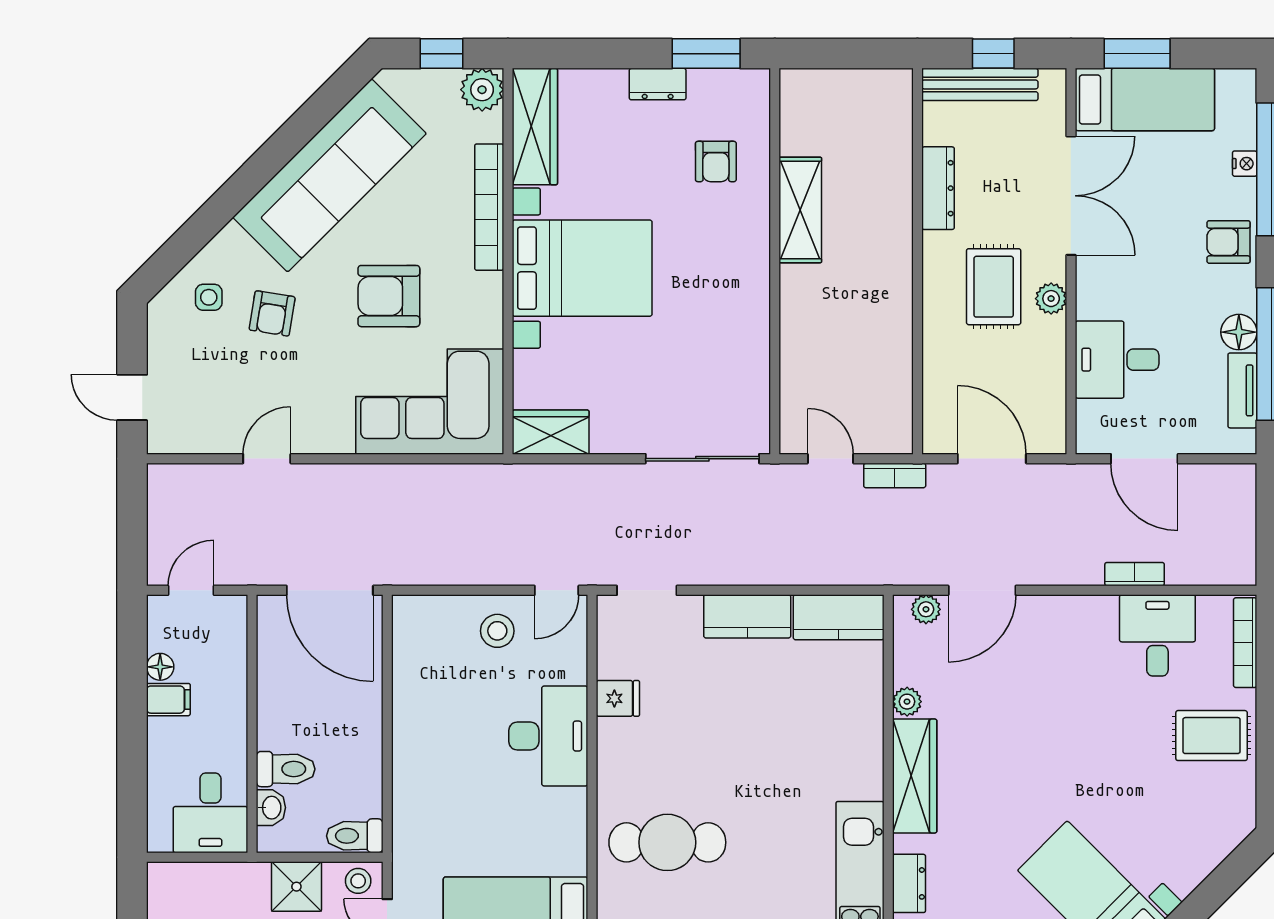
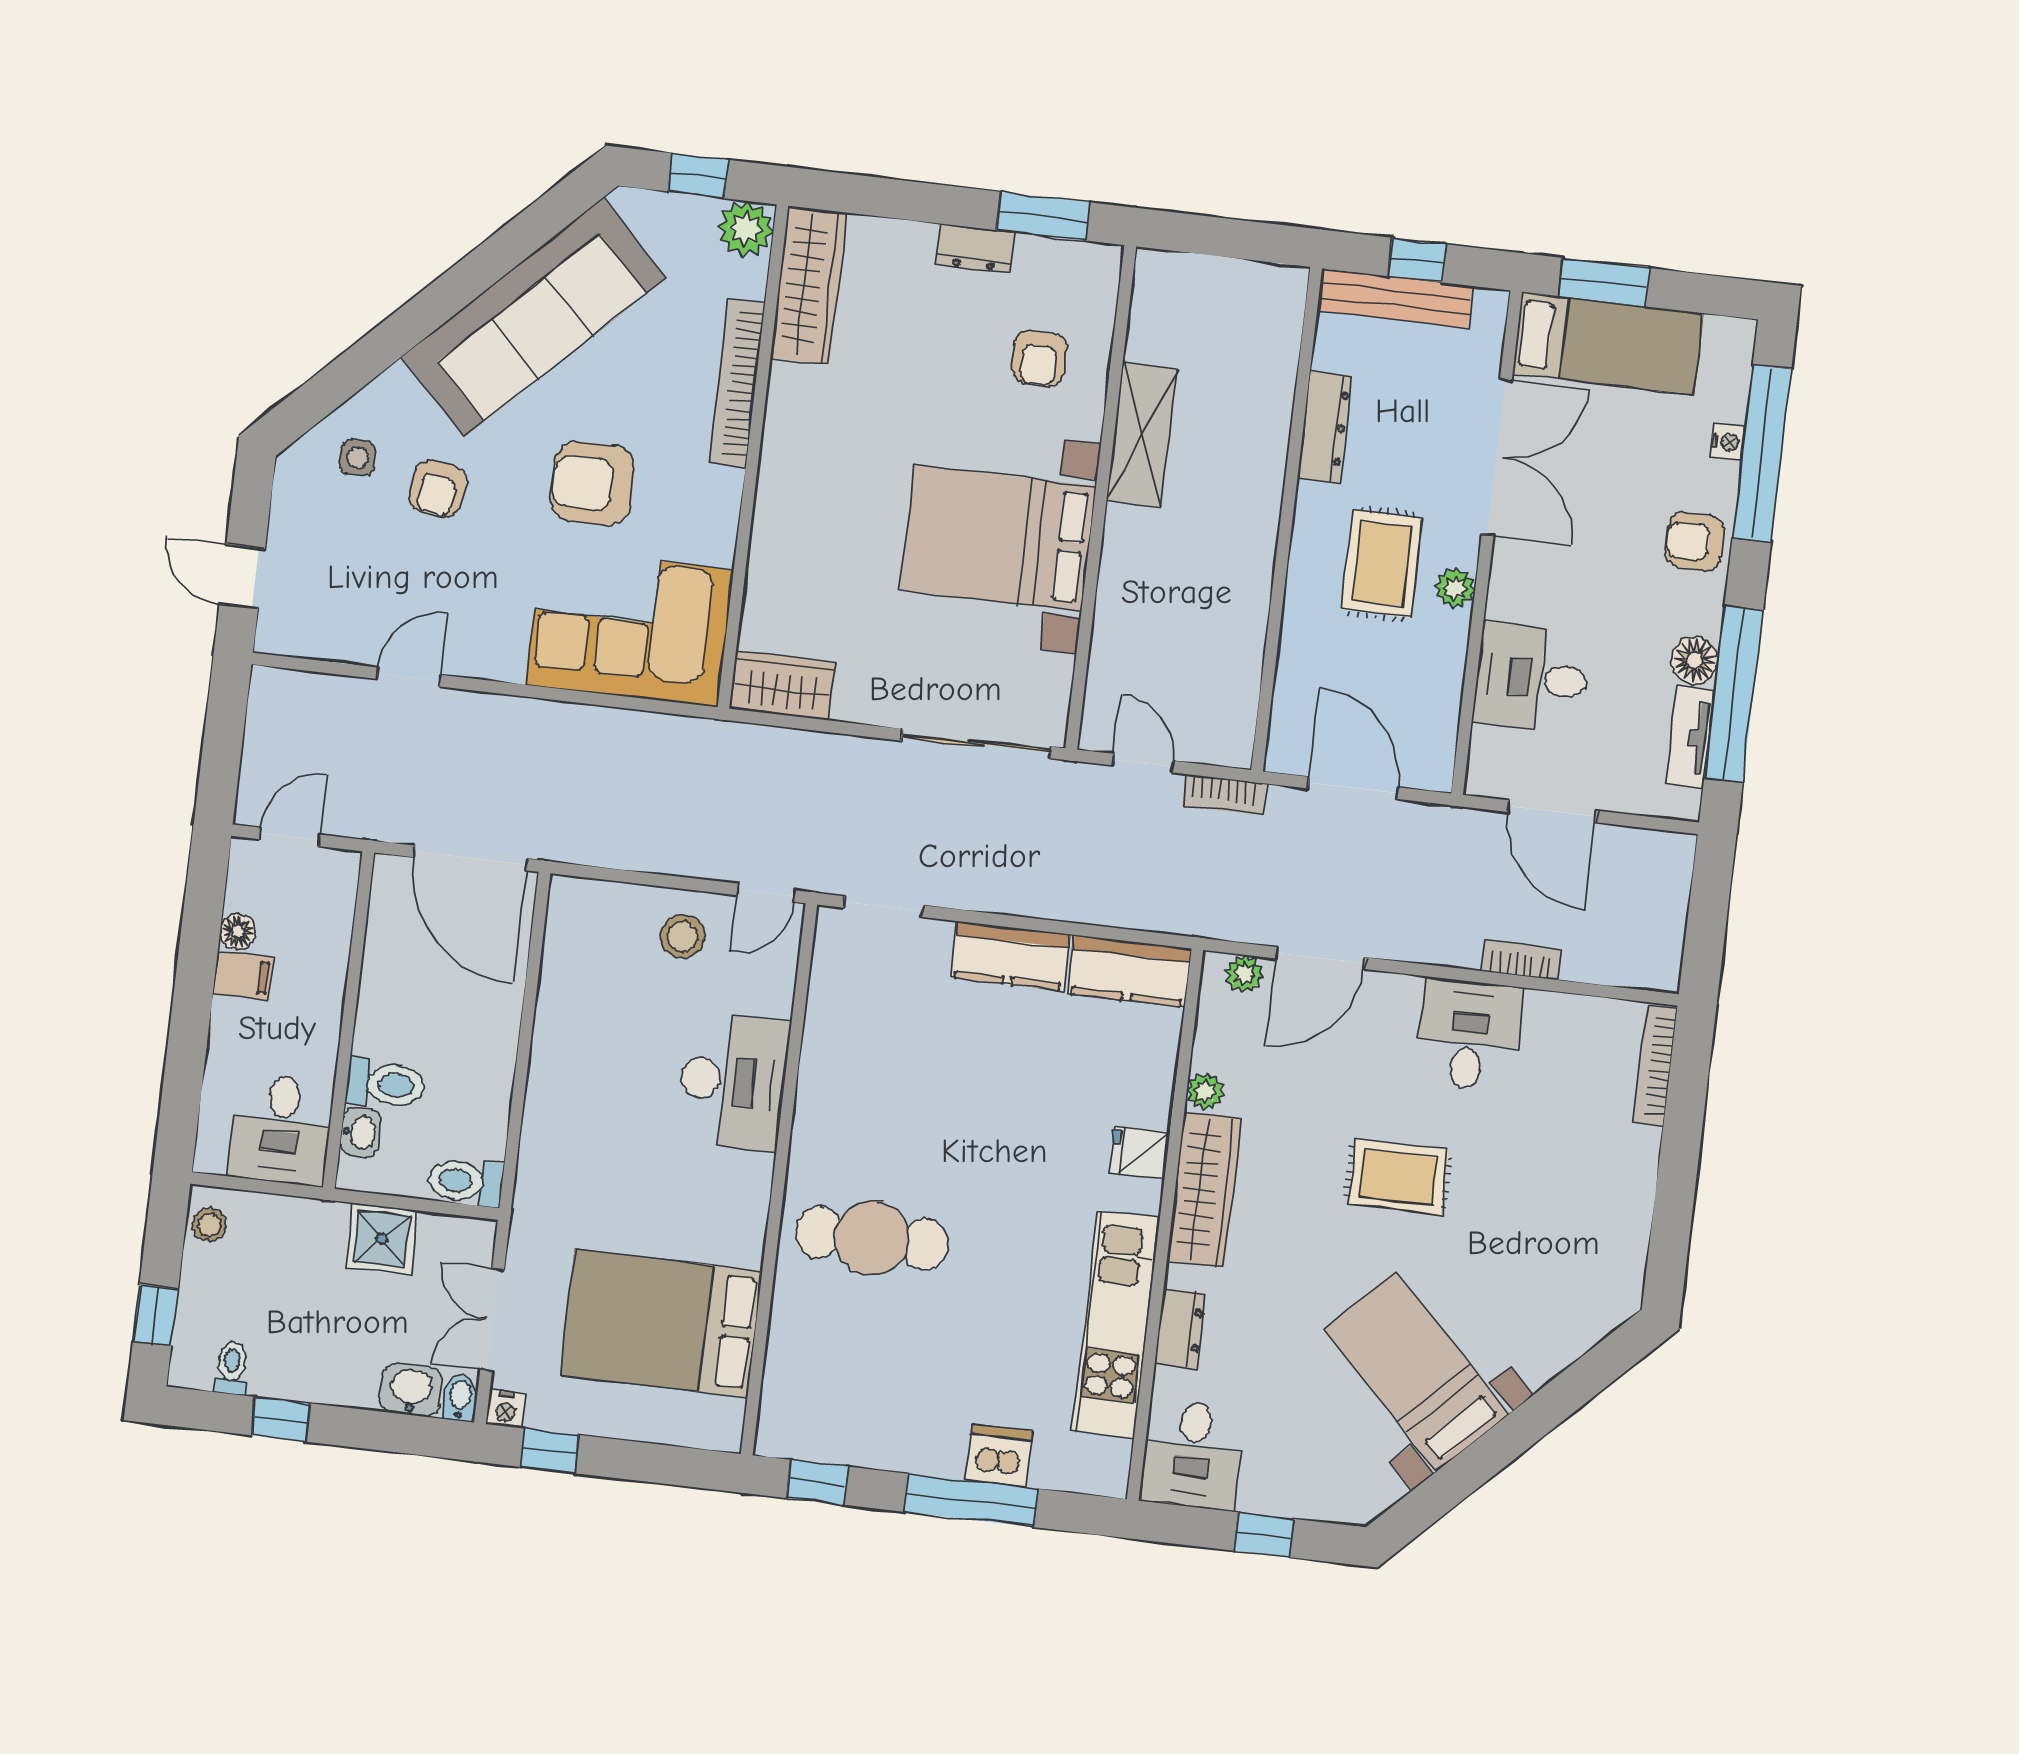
bed with nightstands: (582, 268) -> (998, 538), moved, turned 180
desk: (1157, 635) -> (1469, 1035), moved
fridge: (618, 698) -> (1139, 1152), moved, turned 180
rug: (1212, 736) -> (1398, 1177), moved
stool: (358, 881) -> (209, 1225), moved

